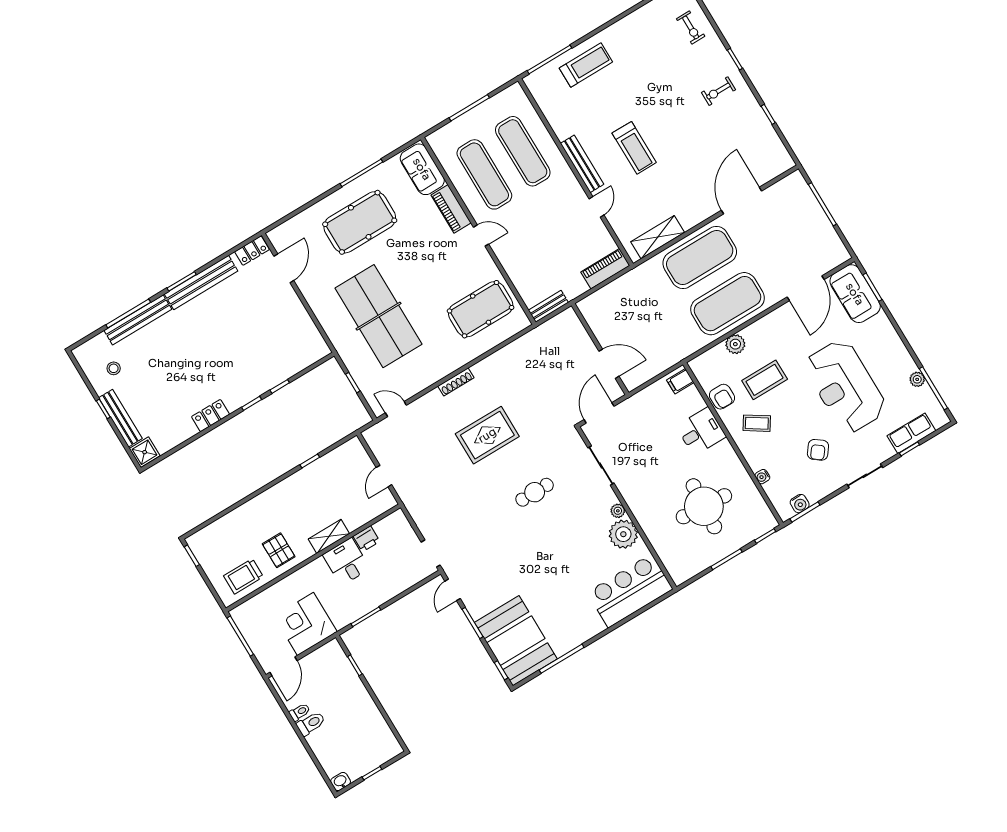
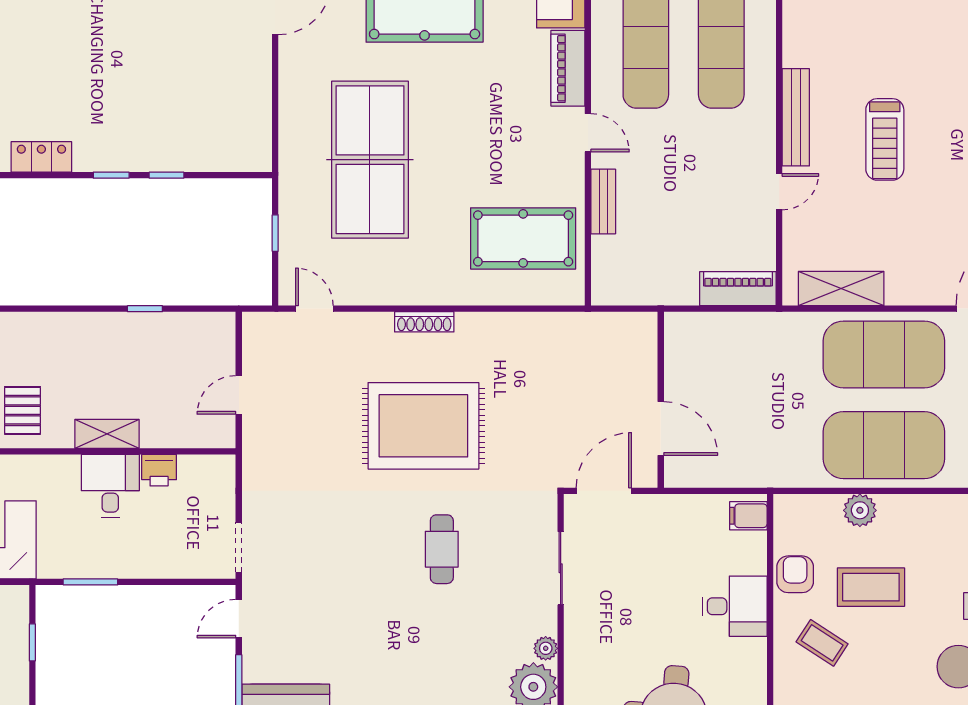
bench: (548, 306) -> (603, 202), moved, turned 90
armchair: (722, 397) -> (795, 574), turned 180
rug: (487, 435) -> (423, 426), width x1.37, depth x1.44
cafe table: (535, 492) -> (442, 549), turned 90

